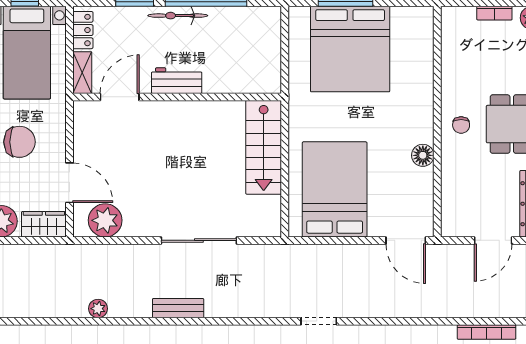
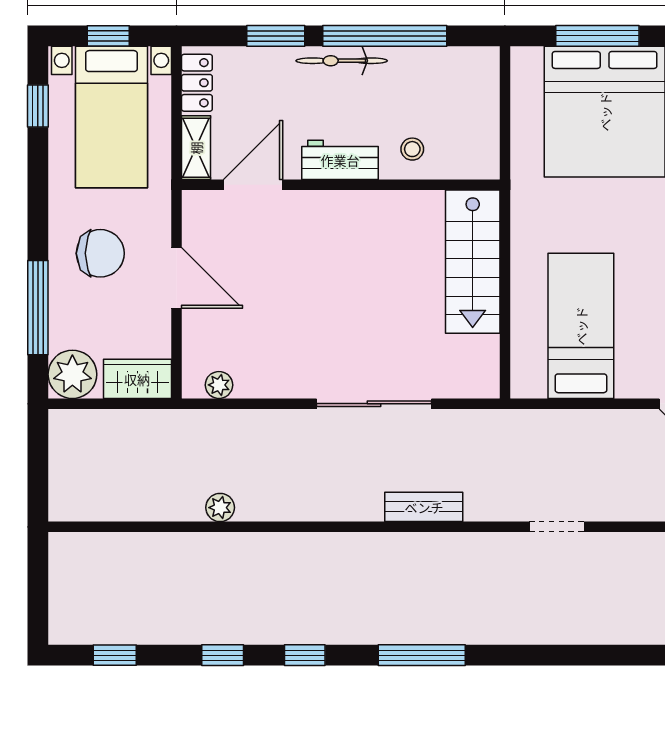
stool: (224, 74) -> (412, 149), added
door: (69, 183) -> (176, 278), moved
bed: (335, 189) -> (581, 326), width x0.67
plant: (105, 220) -> (219, 385), width x0.53, depth x0.53
bench: (178, 308) -> (424, 507), moved

